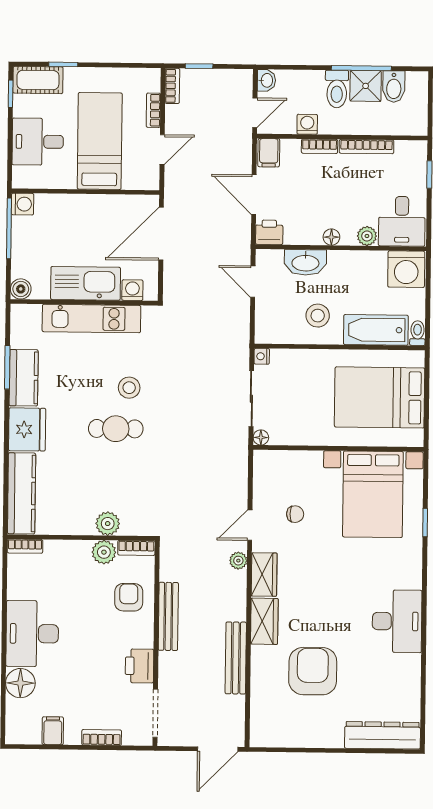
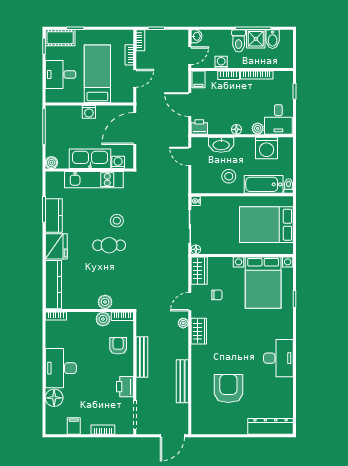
washing machine: (23, 204) -> (89, 112), moved, turned 90
washing machine: (406, 269) -> (267, 148), moved
wardrobe: (264, 621) -> (199, 271), moved

